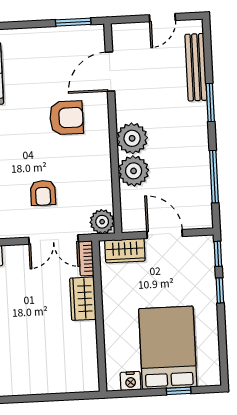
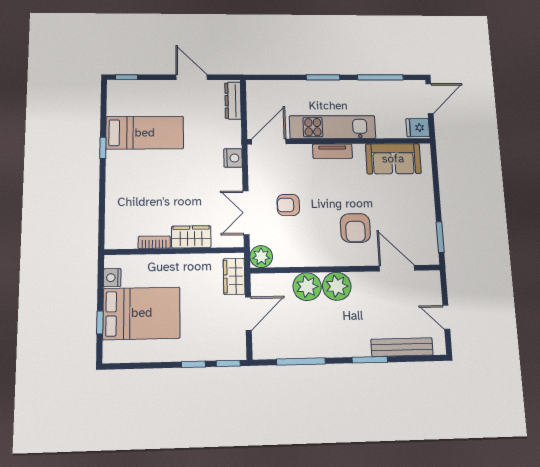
bookcase: (86, 258) -> (154, 242), moved

